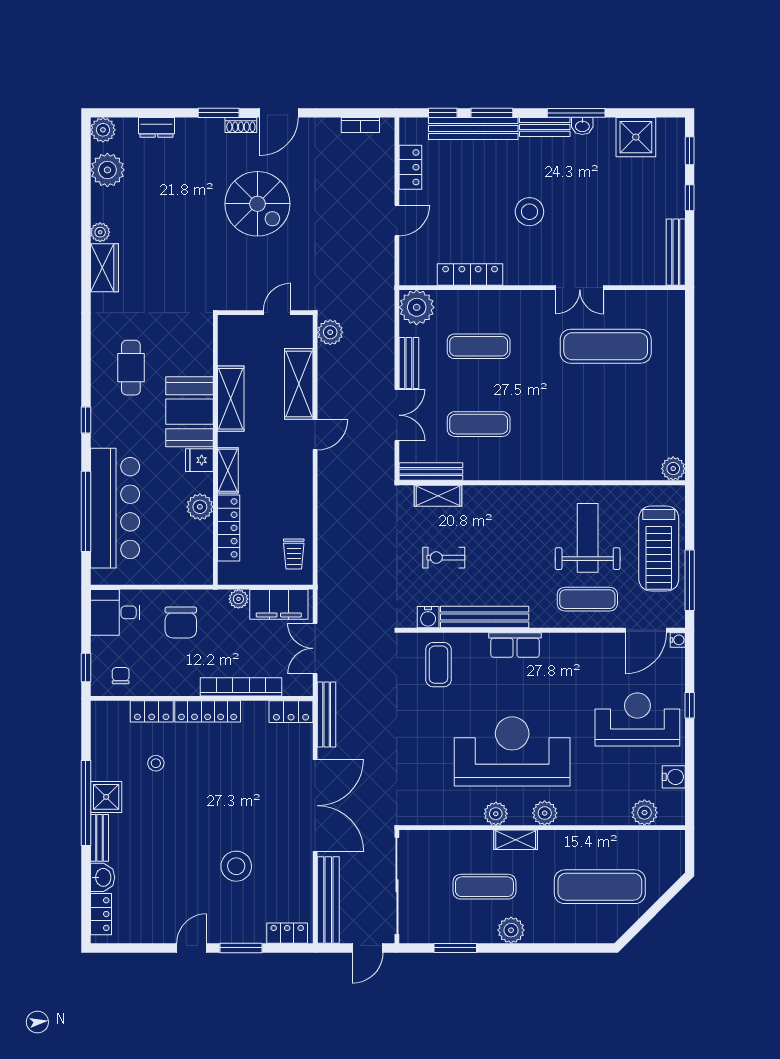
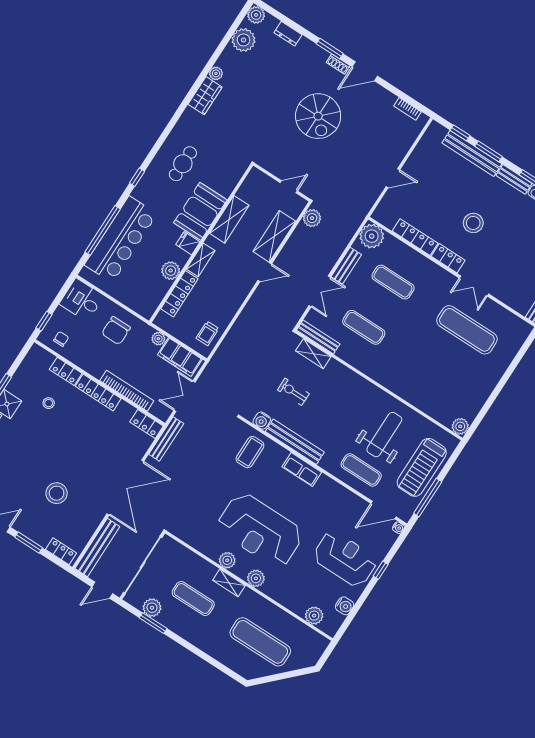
locker: (410, 167) -> (448, 258), moved, turned -90
reception desk: (512, 751) -> (260, 530), turned 180
plant: (511, 930) -> (152, 608), moved

